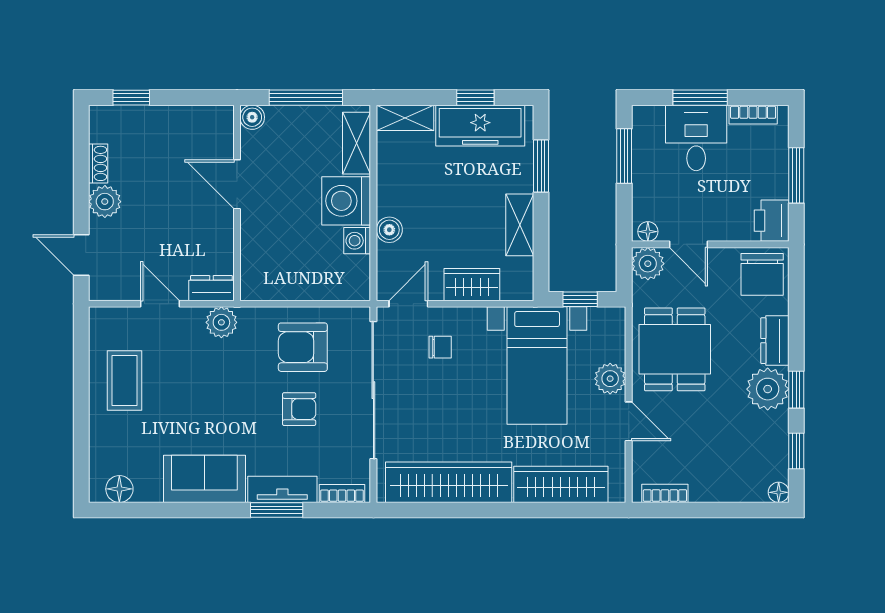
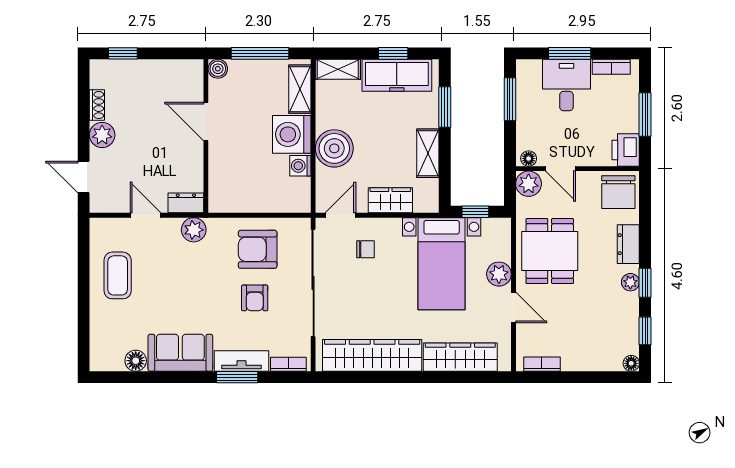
boiler: (389, 230) -> (334, 148), width x1.86, depth x1.86
plant: (768, 389) -> (630, 282), width x0.53, depth x0.53
armchair: (299, 409) -> (255, 298), turned 90
floor lamp: (119, 489) -> (136, 361), moved

